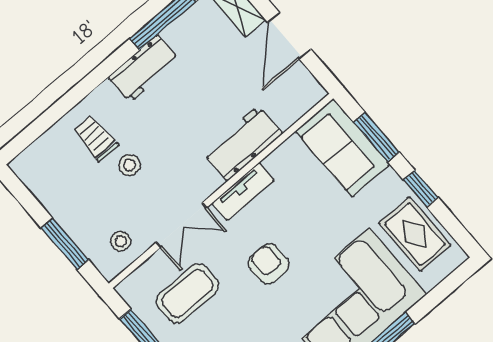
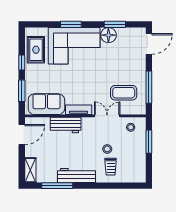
door: (289, 36) -> (22, 135), moved
workbench: (144, 68) -> (76, 175), width x1.38
sofa: (343, 148) -> (46, 104), moved, turned -90
armchair: (269, 264) -> (90, 80), removed

